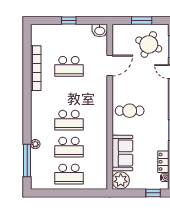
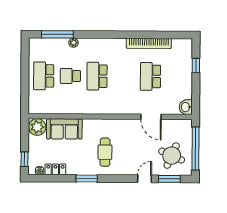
window: (69, 21) -> (196, 65), moved
window: (142, 21) -> (195, 149), width x2.11
cafe table: (130, 111) -> (105, 152), moved
school desk: (69, 147) -> (70, 76), width x0.54

